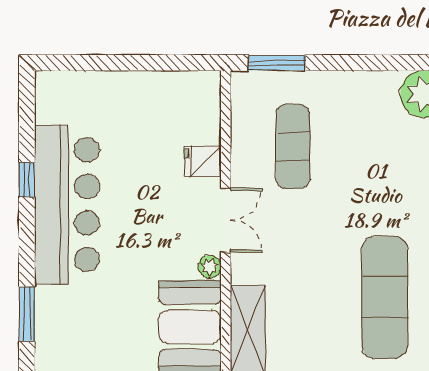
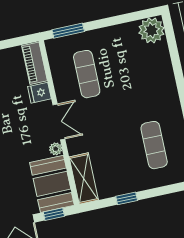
piano: (205, 108) -> (34, 63), added
exercise mat: (385, 297) -> (154, 145), width x0.73, depth x0.69

